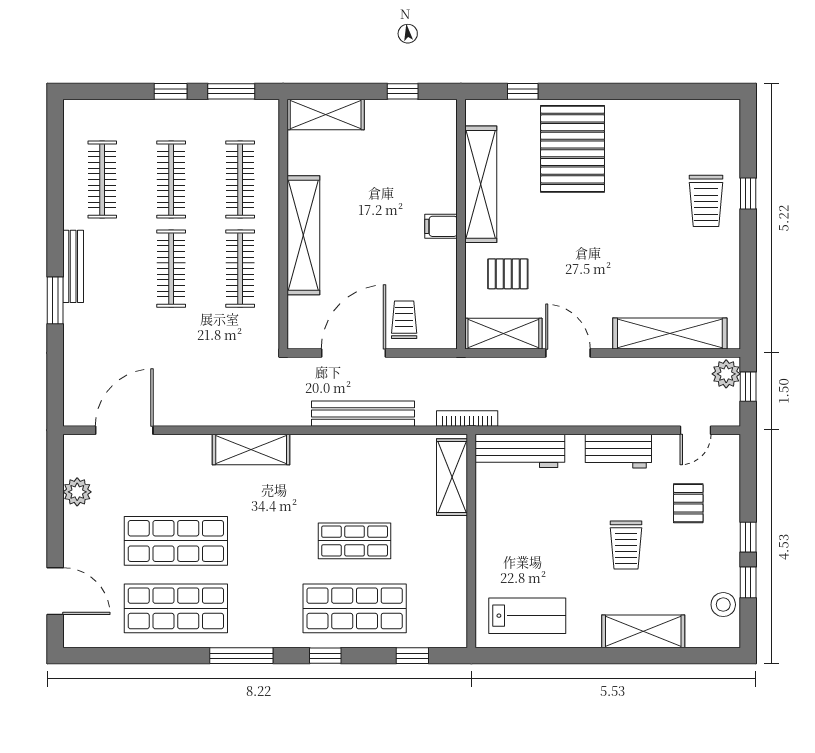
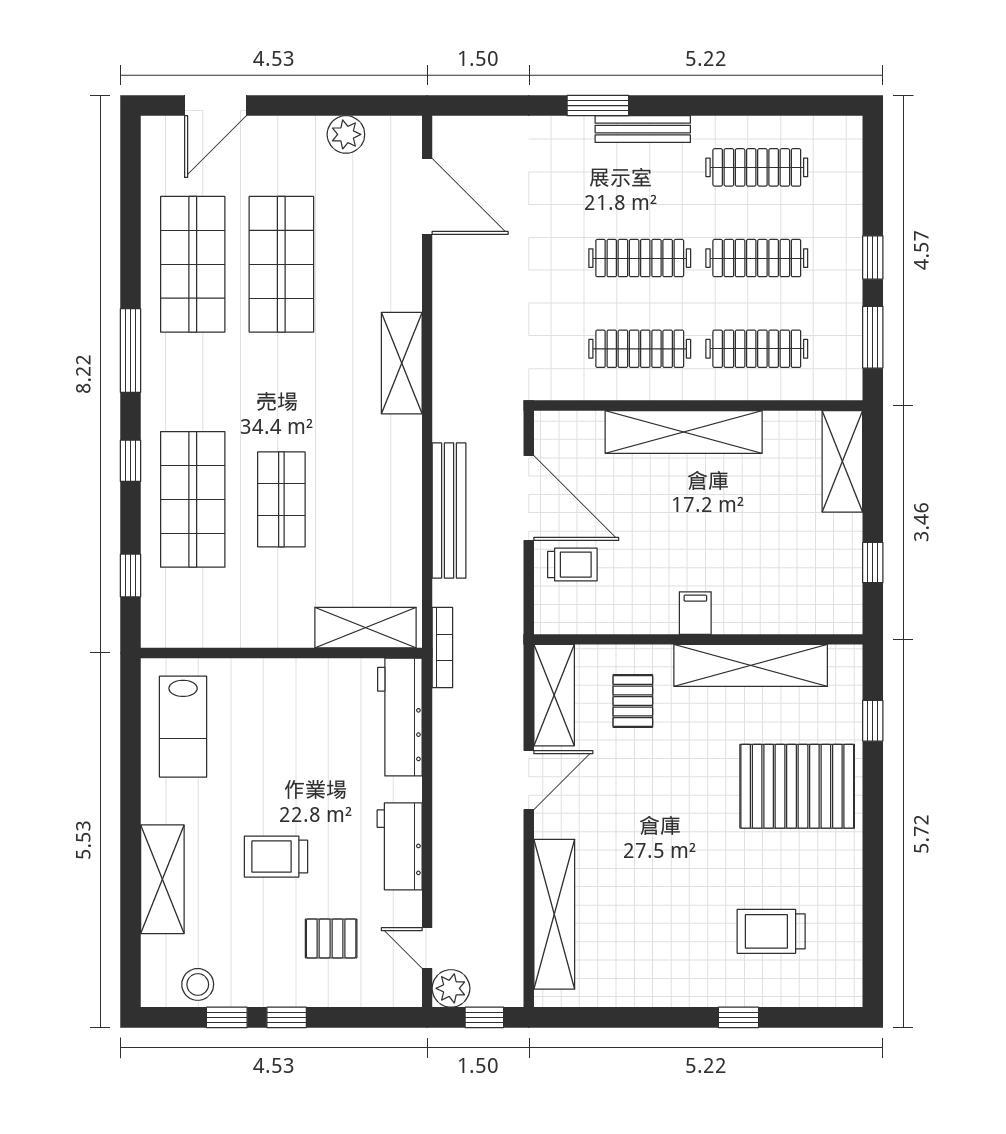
trolley: (706, 201) -> (771, 931), moved
plant: (726, 374) -> (451, 988), moved

